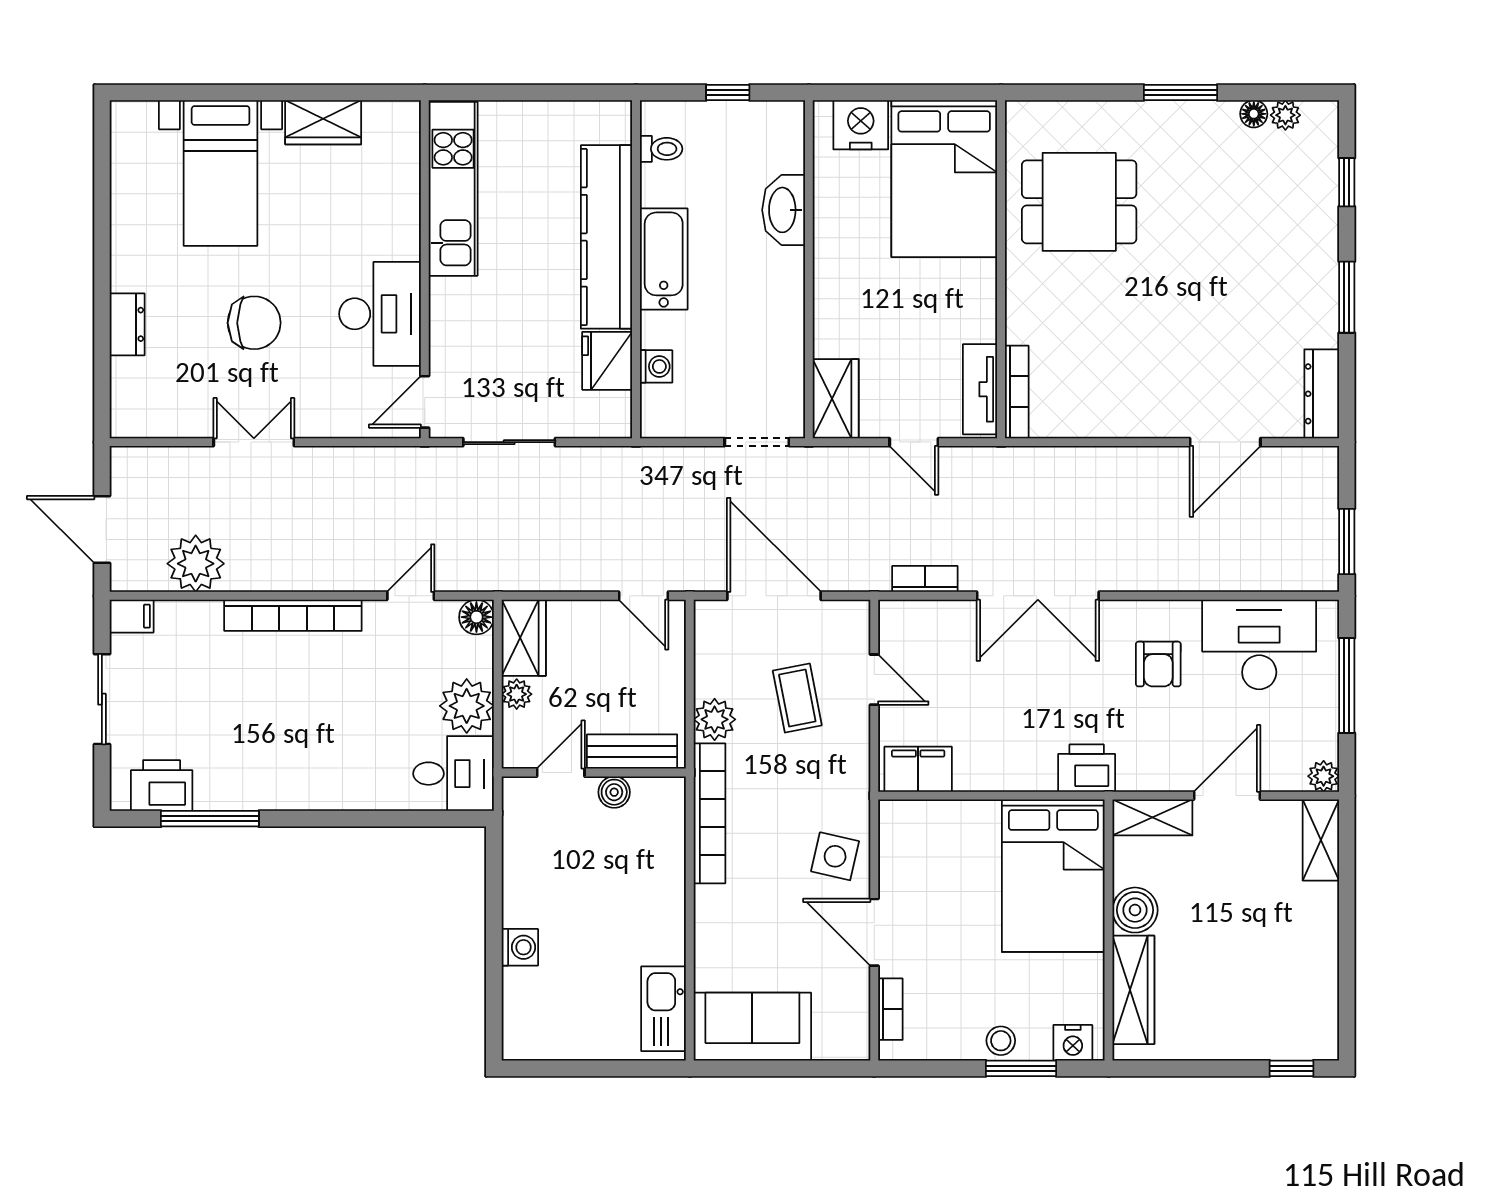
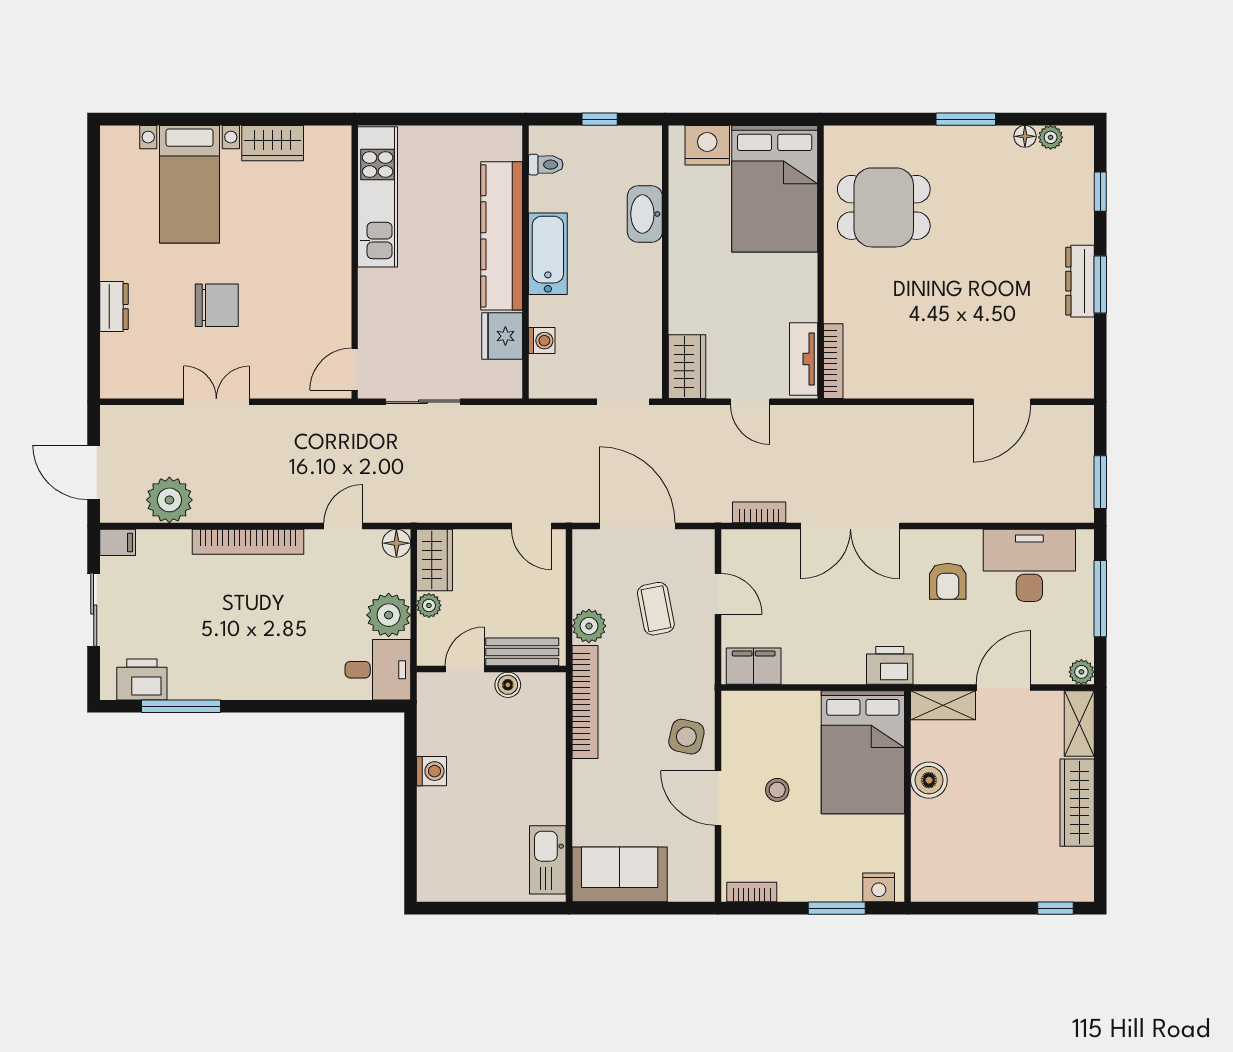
desk: (380, 314) -> (318, 298), removed
dresser: (1322, 394) -> (1080, 281), moved
washing machine: (520, 947) -> (432, 771), moved
wardrobe: (1133, 990) -> (1077, 803), moved, turned 180
bookcase: (890, 1009) -> (752, 892), moved, turned -90
stool: (1001, 1041) -> (777, 790), moved

